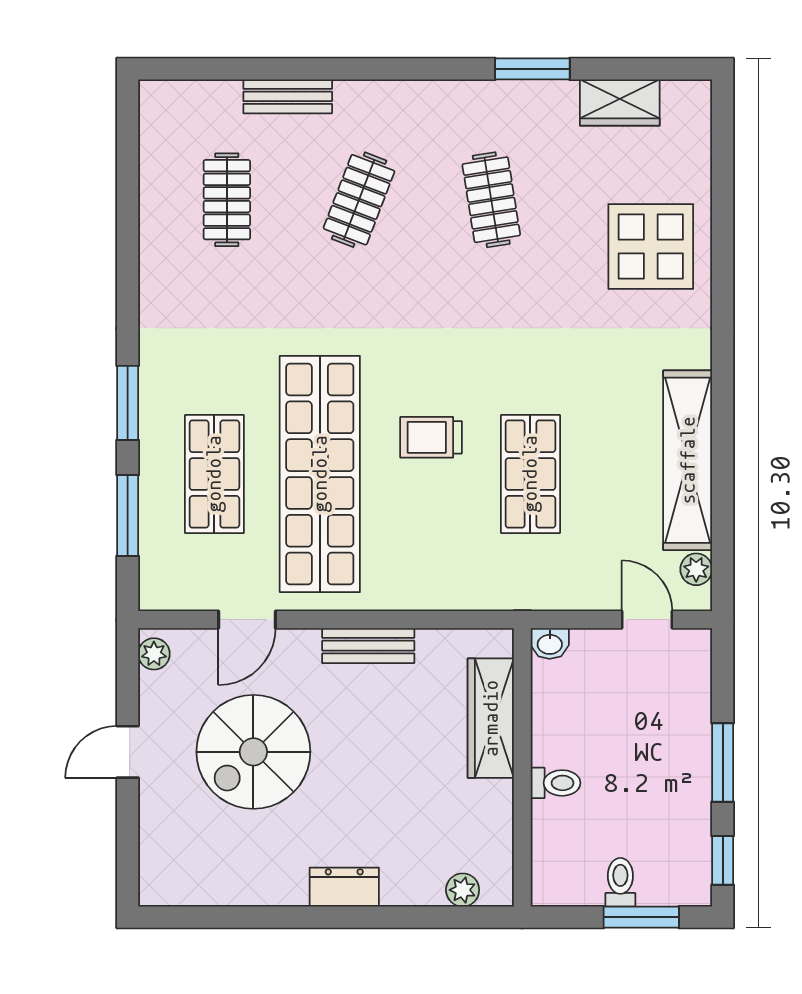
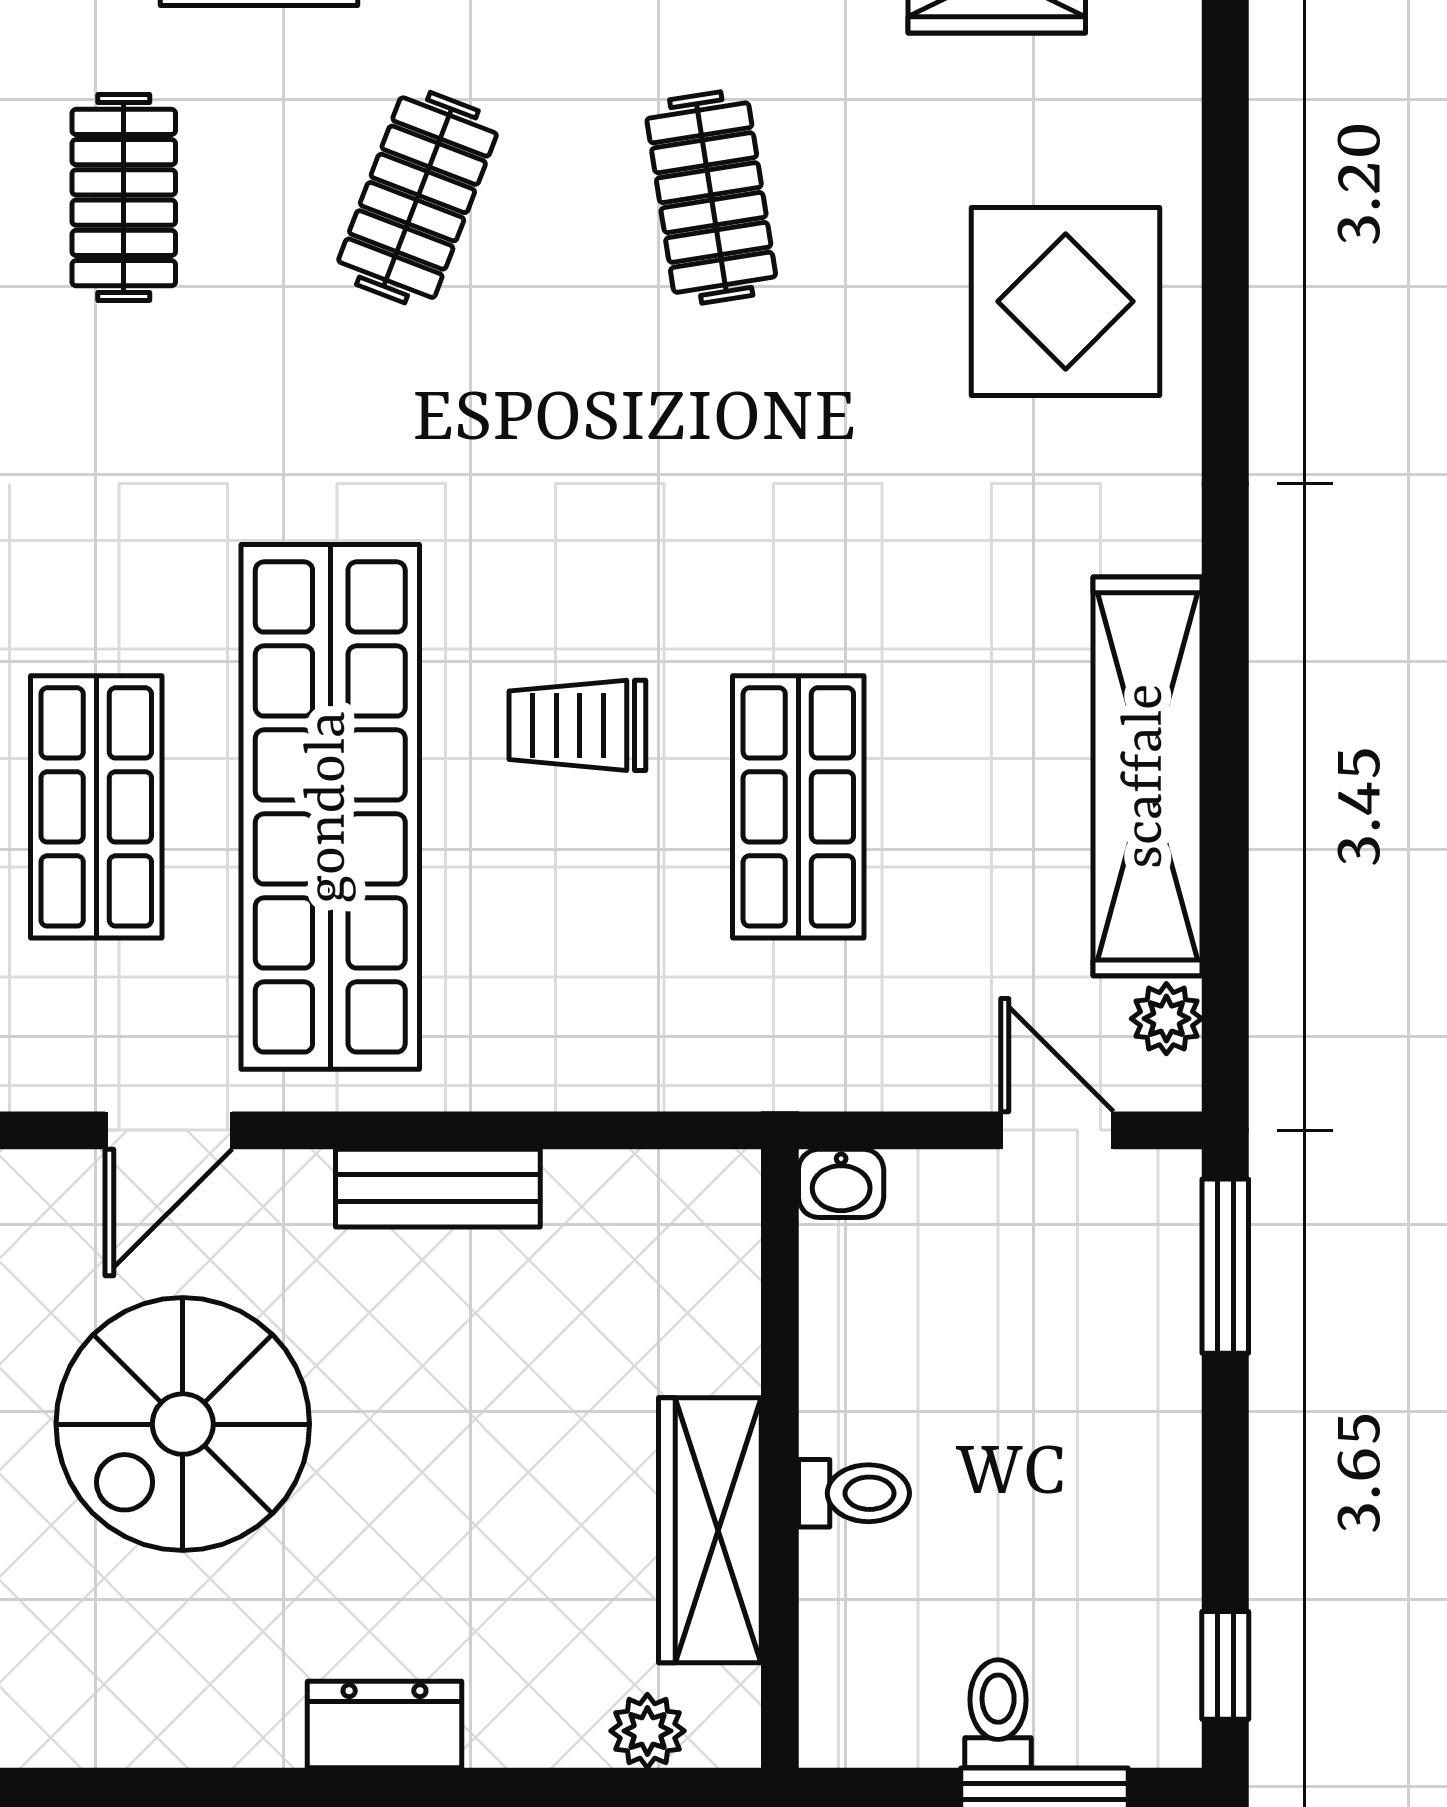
wardrobe: (491, 718) -> (710, 1530), moved
window: (723, 763) -> (1225, 1266), moved

